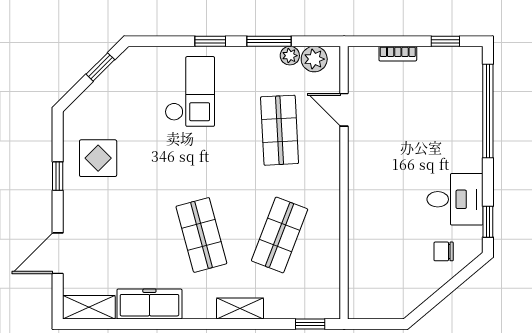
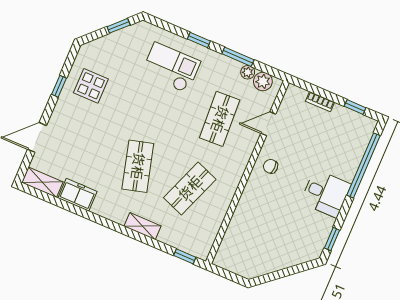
checkout: (190, 91) -> (171, 68), turned -90
door: (344, 110) -> (268, 124), hinge flipped
desk: (455, 199) -> (326, 193), moved
chair: (444, 251) -> (271, 166), moved
freezer: (149, 304) -> (77, 195), width x0.71

